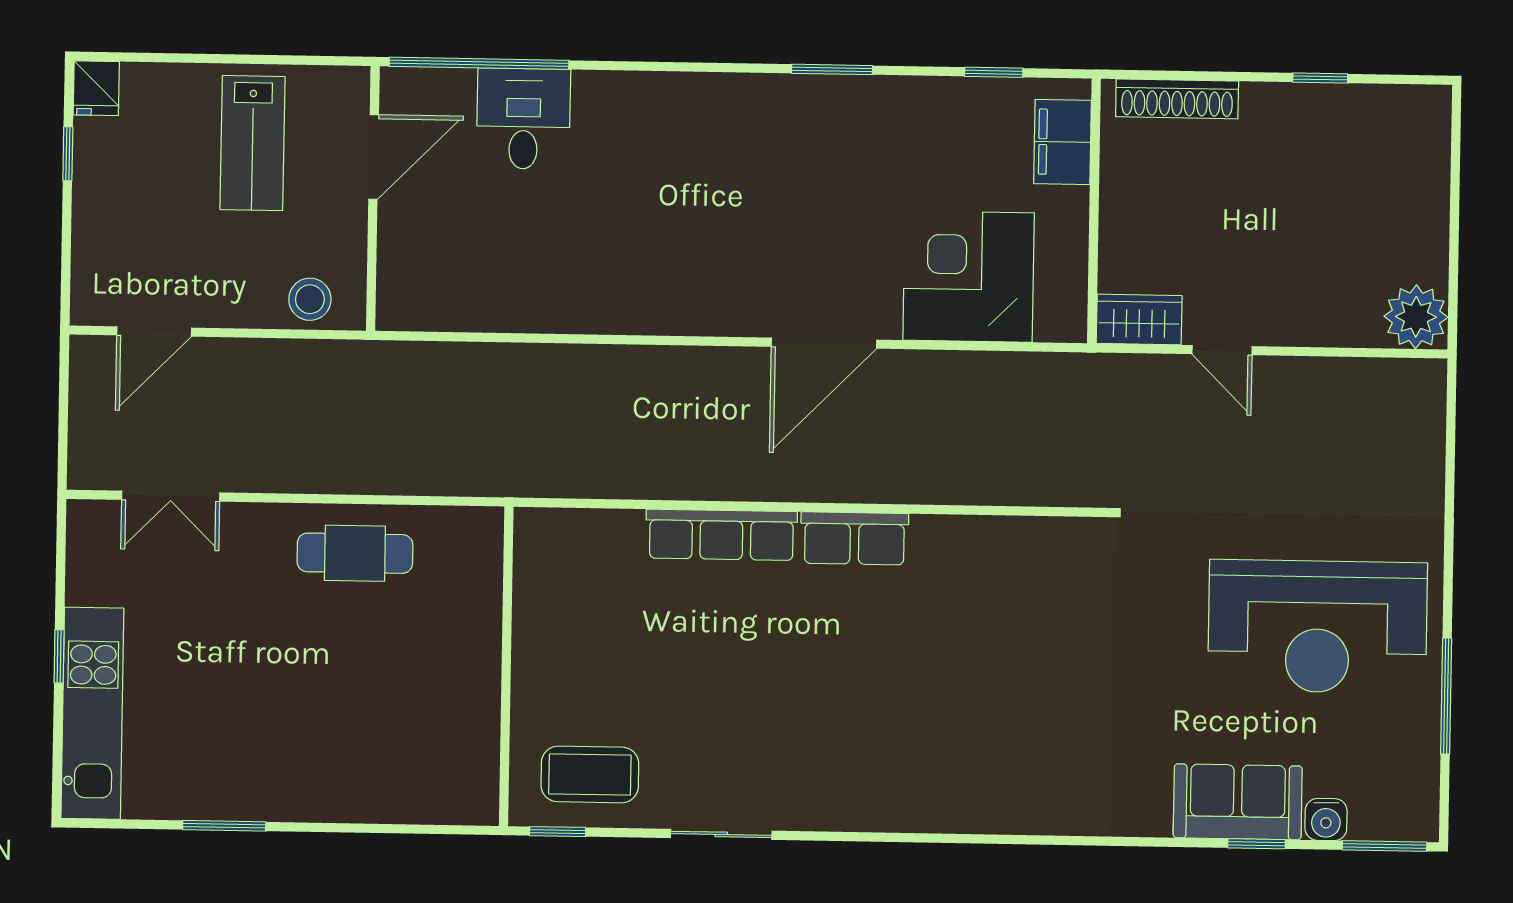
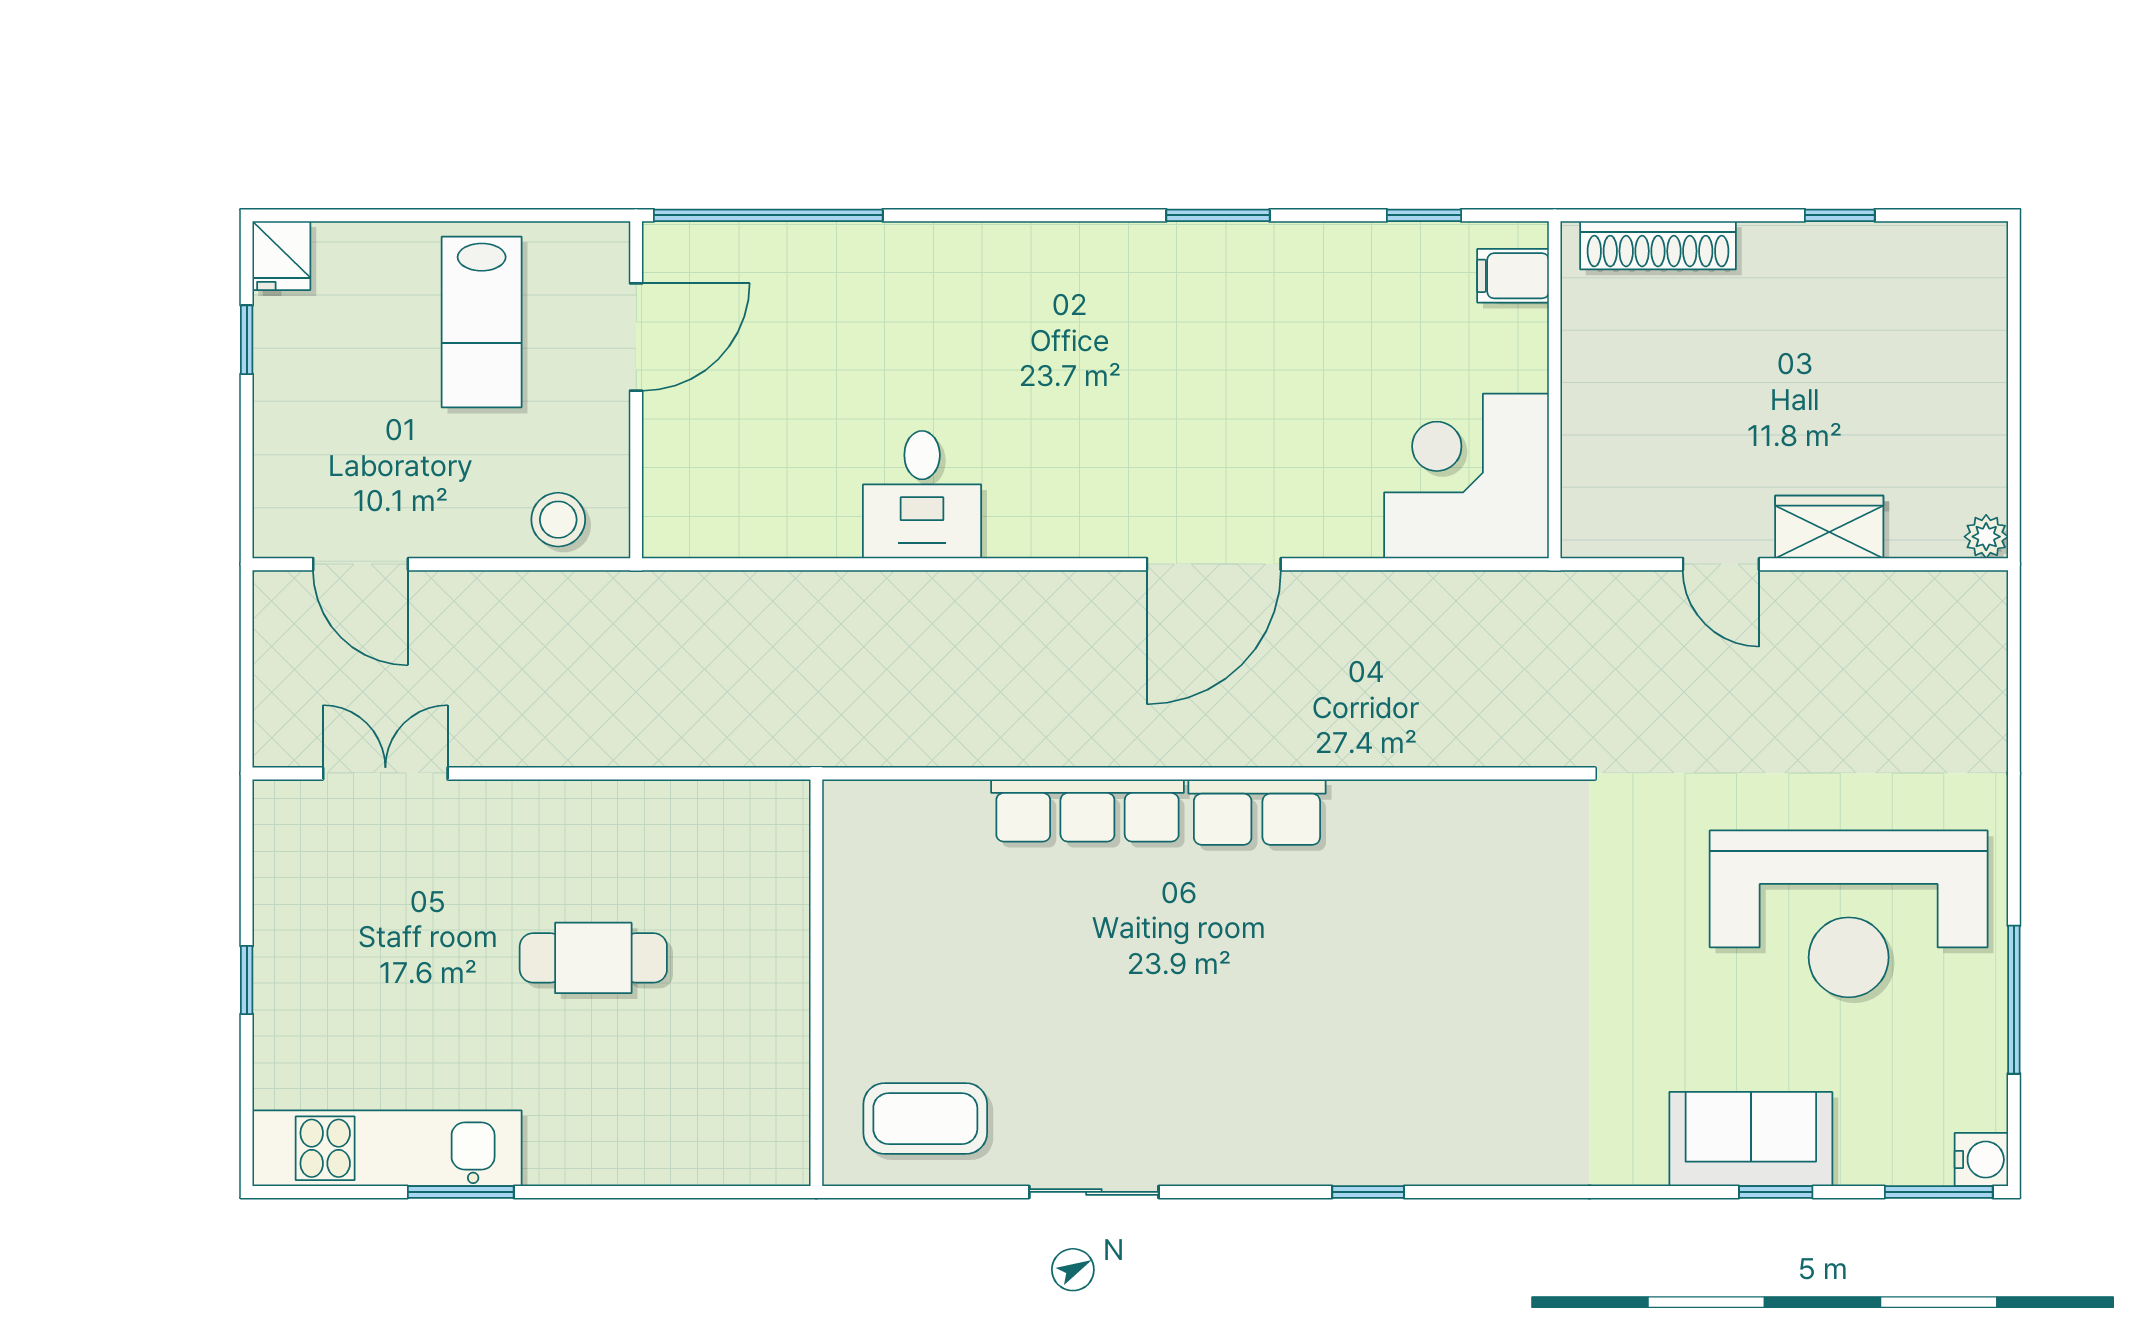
desk: (523, 119) -> (922, 495), moved, turned 180
filing cabinet: (1062, 142) -> (1513, 276), width x0.50
corner desk: (969, 276) -> (1466, 476), moved
plant: (1416, 317) -> (1986, 537), width x0.53, depth x0.53
wardrobe: (1139, 319) -> (1829, 527), moved
door: (154, 332) -> (361, 564), hinge flipped
double door: (171, 496) -> (385, 773), swing flipped
cafe table: (355, 553) -> (593, 958), moved
kitchen unit: (92, 713) -> (387, 1148), moved, turned -90
water cooler: (1326, 819) -> (1981, 1160), moved, turned -90
window: (558, 832) -> (1368, 1192), moved

